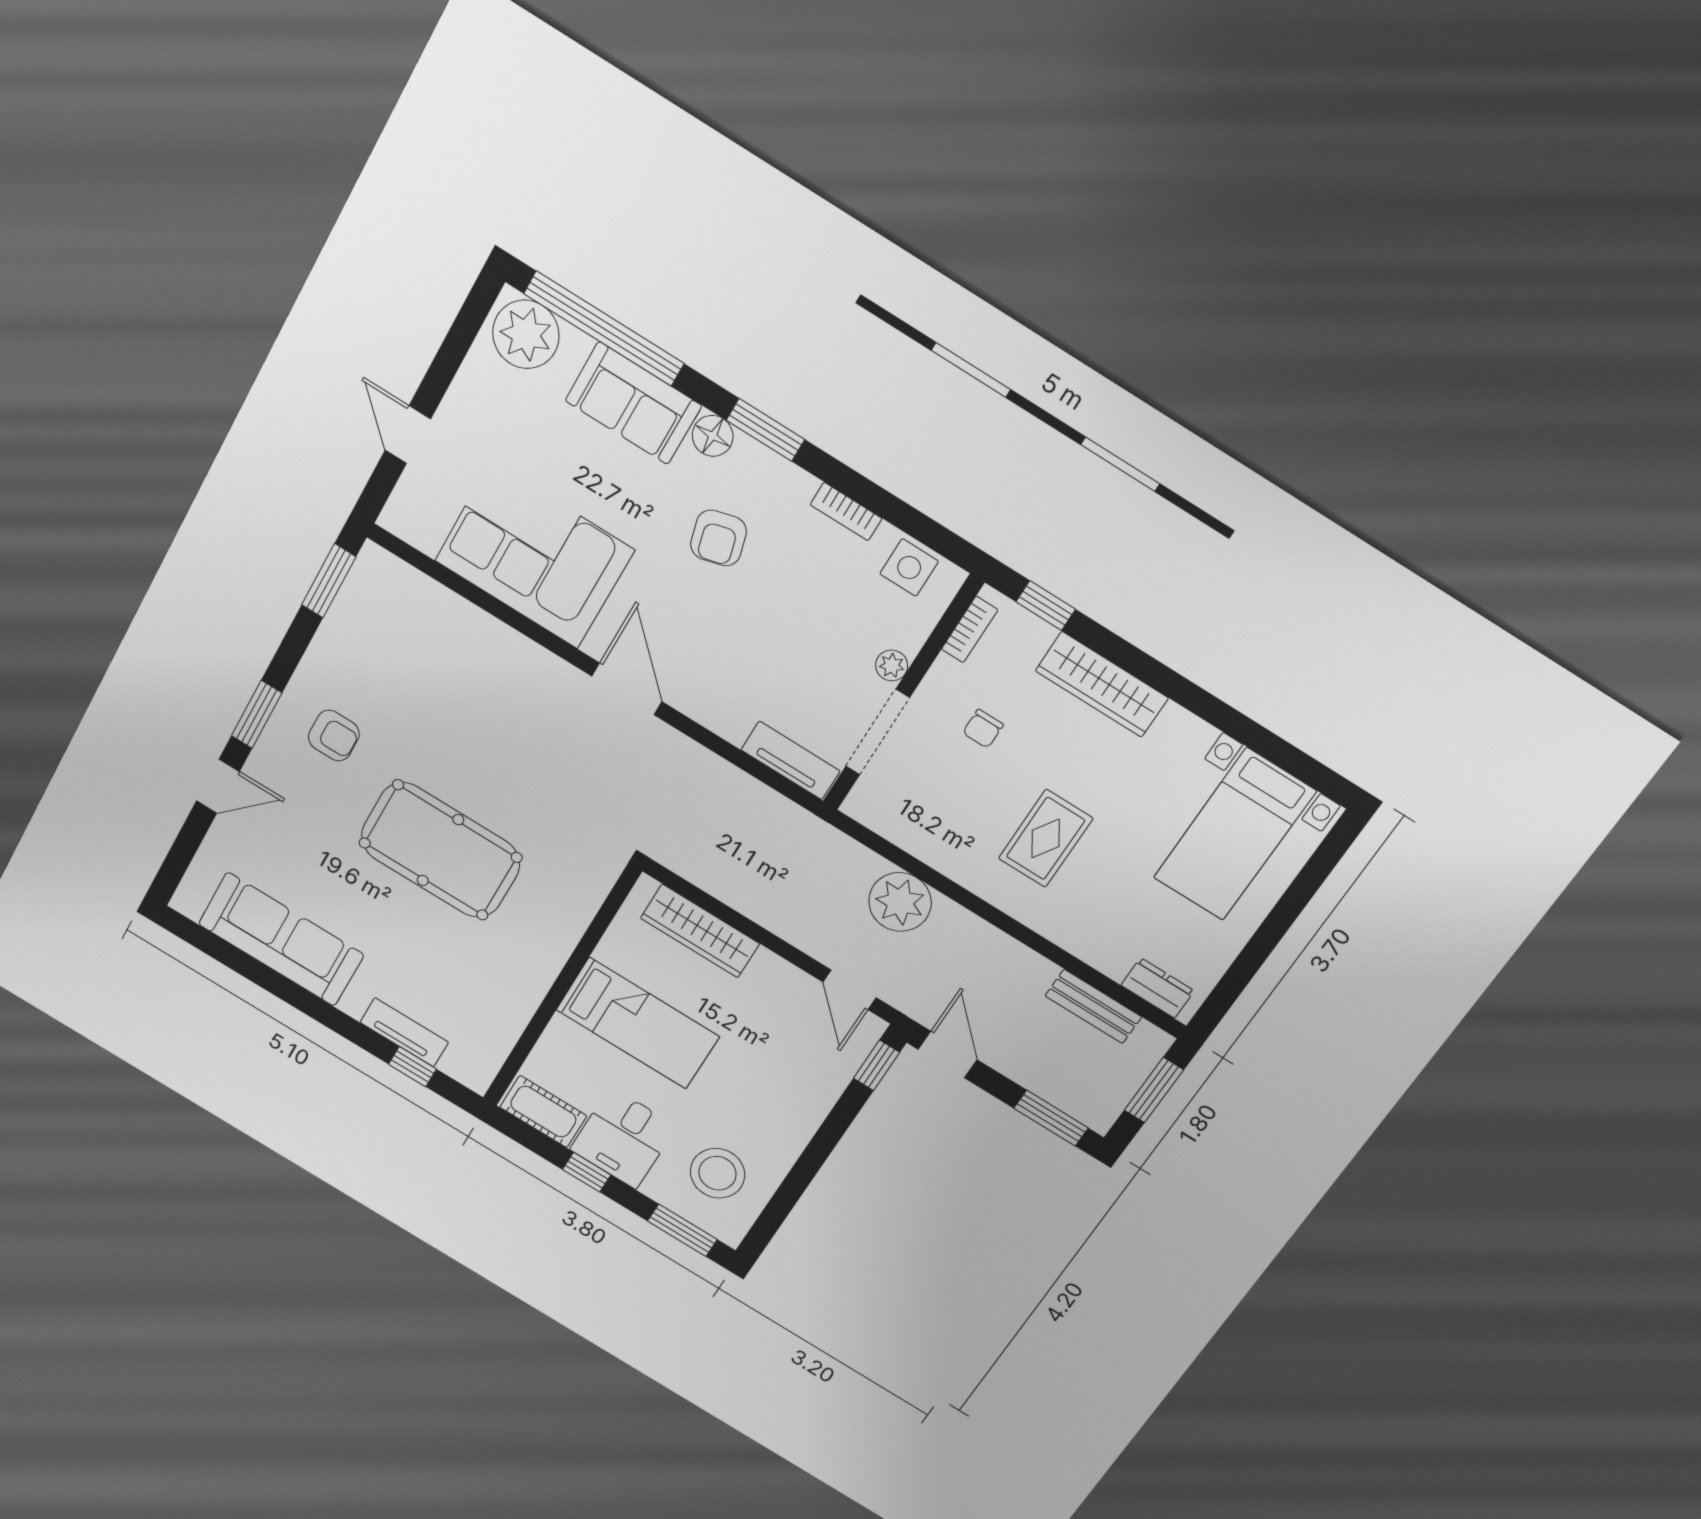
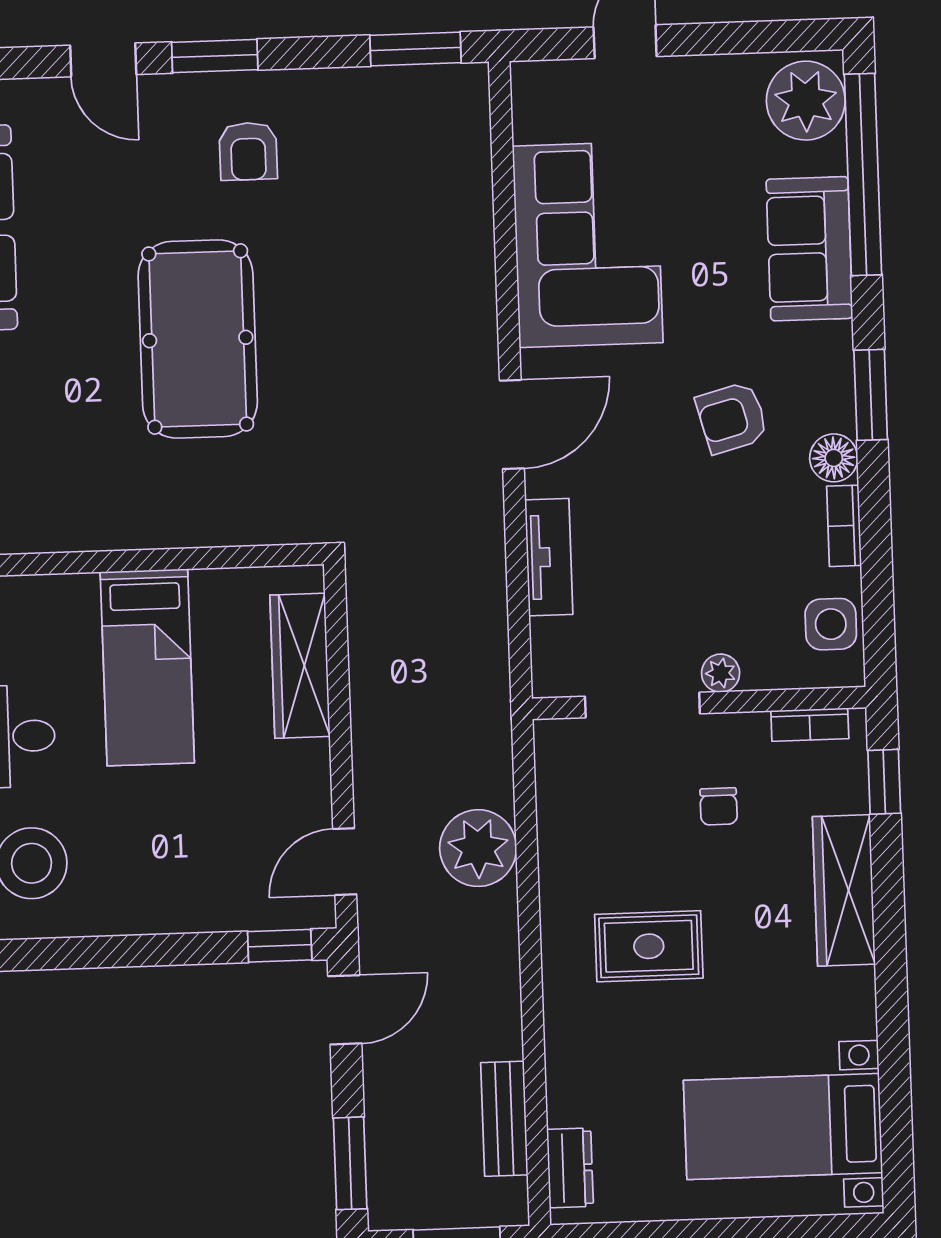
floor lamp: (713, 436) -> (834, 458), moved
chair: (983, 729) -> (719, 806), turned -90
tv unit: (790, 760) -> (549, 557), moved

